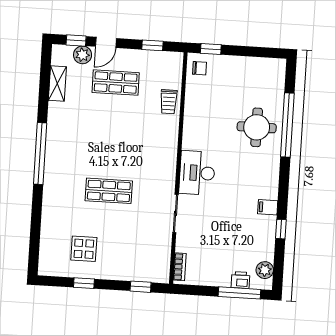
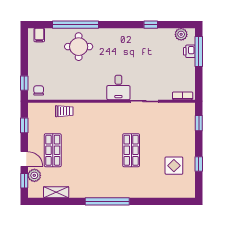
desk: (197, 173) -> (118, 87), width x0.73
filing cabinet: (268, 207) -> (39, 35), moved

